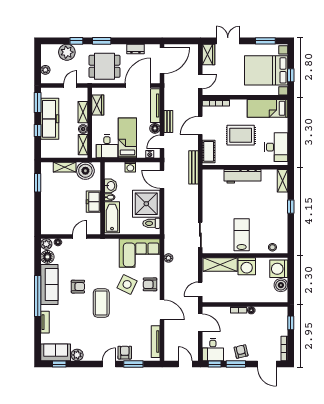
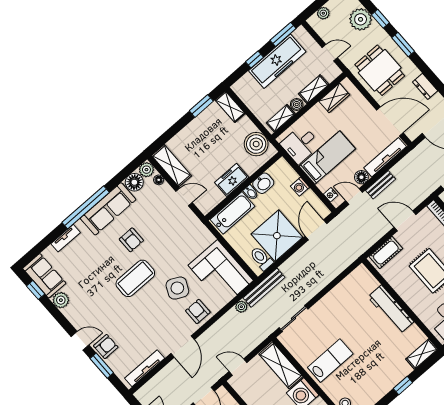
shelving: (65, 167) -> (230, 107), moved
bench: (194, 167) -> (264, 288), moved
shelving: (56, 228) -> (172, 166), added

